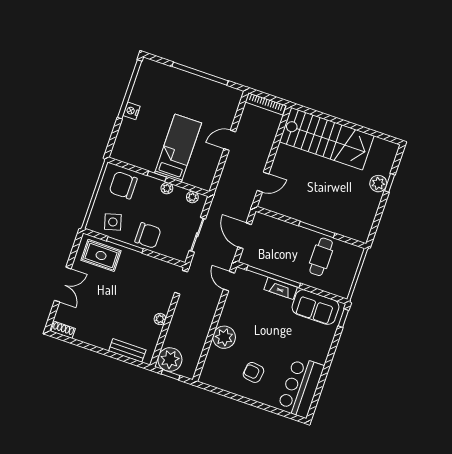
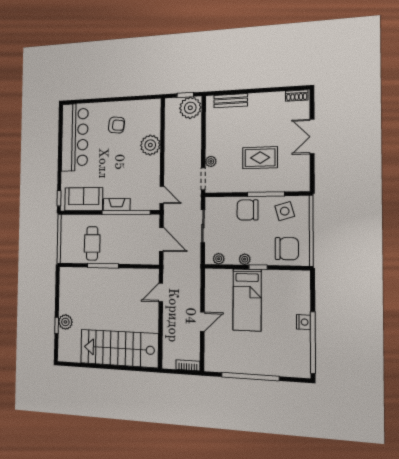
bookcase: (266, 104) -> (188, 365), width x0.64
rug: (101, 255) -> (260, 158), moved
plant: (160, 319) -> (211, 161), moved
bar counter: (301, 387) -> (75, 137), width x1.36

